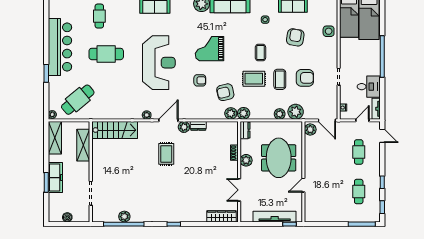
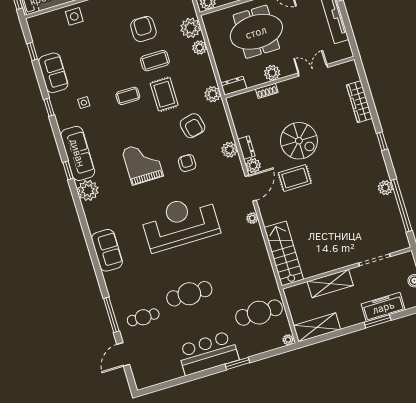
armchair: (295, 37) -> (95, 57), removed
bar counter: (60, 47) -> (208, 353), width x0.73
grand piano: (210, 49) -> (143, 163), turned 180
cafe table: (106, 54) -> (189, 294), turned 90
cafe table: (78, 100) -> (259, 313), turned -50
plant: (231, 113) -> (229, 150), moved
door: (168, 120) -> (251, 188), swing flipped
shelving: (83, 145) -> (330, 283), moved
spiral stairs: (192, 165) -> (299, 141), added
freezer: (55, 178) -> (383, 307), moved
double door: (239, 190) -> (313, 70), swing flipped
wardrobe: (222, 216) -> (359, 102), moved
plant: (124, 217) -> (385, 188), moved

